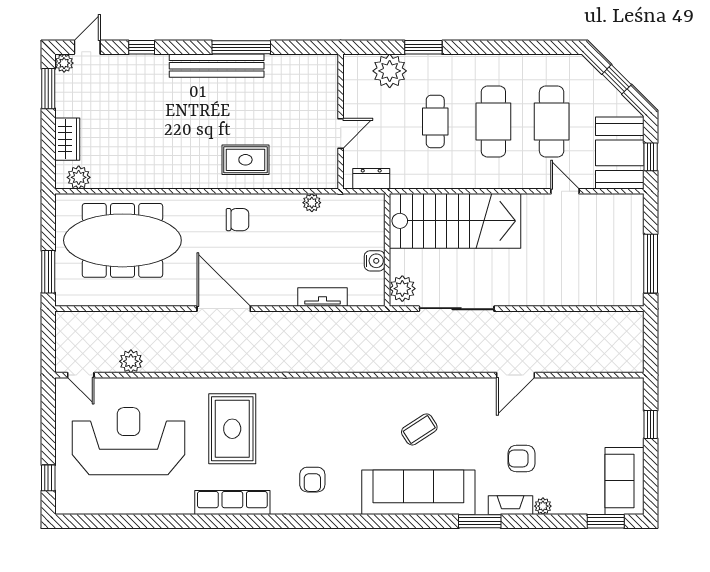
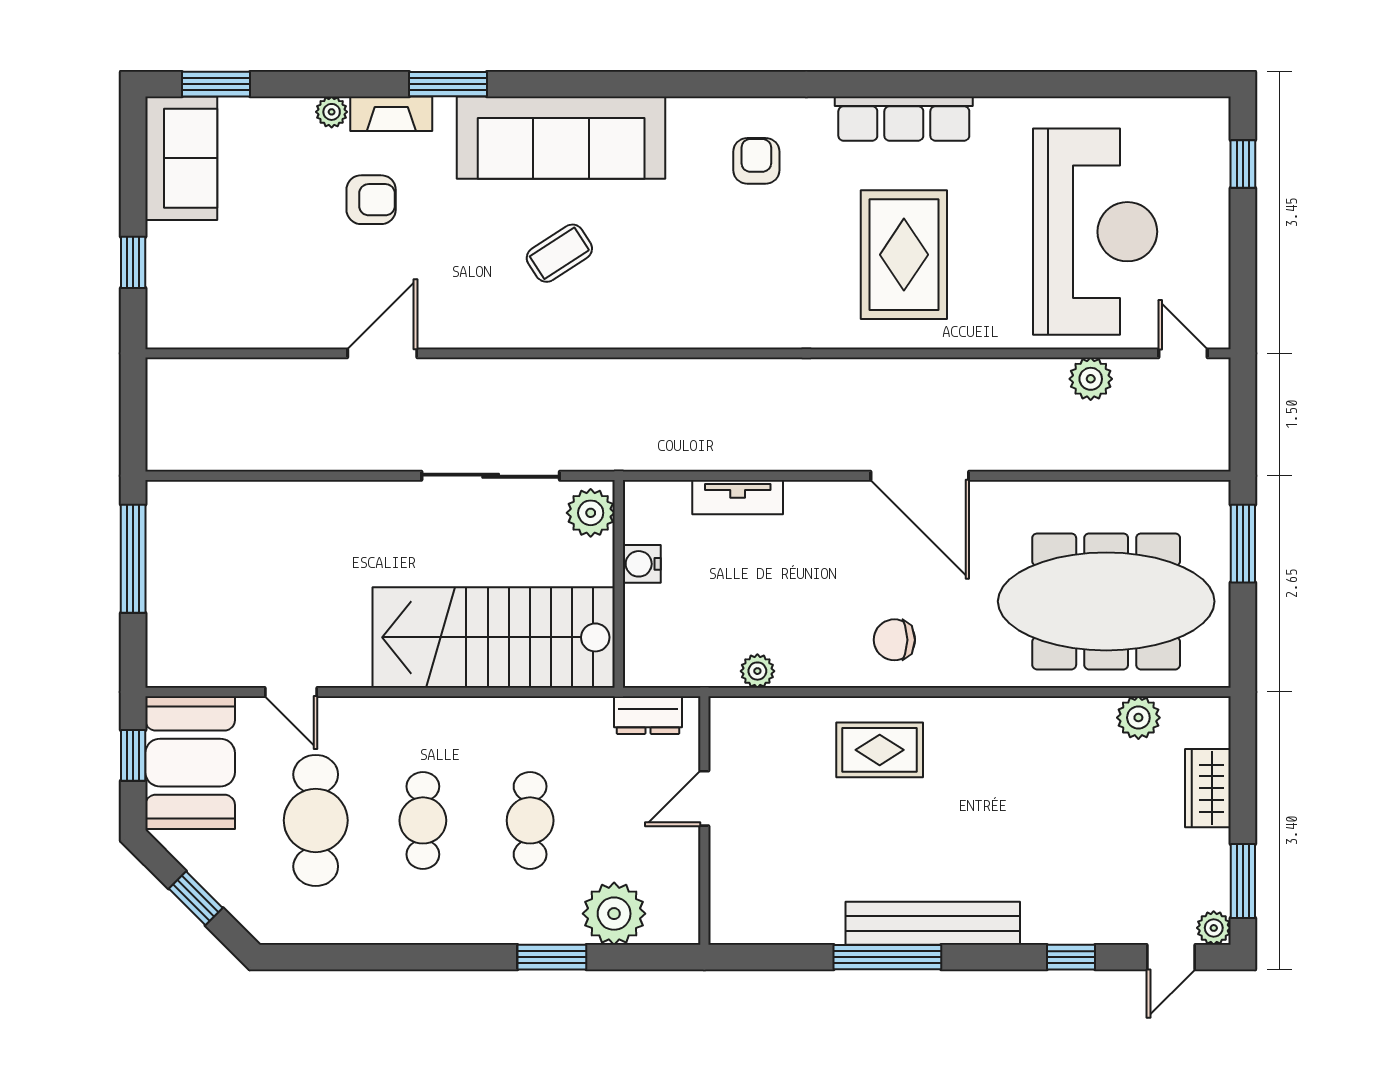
cafe table: (493, 122) -> (423, 820), width x0.73, depth x0.74
plant: (79, 177) -> (1138, 718), moved
reception desk: (128, 441) -> (1095, 232), turned -90

